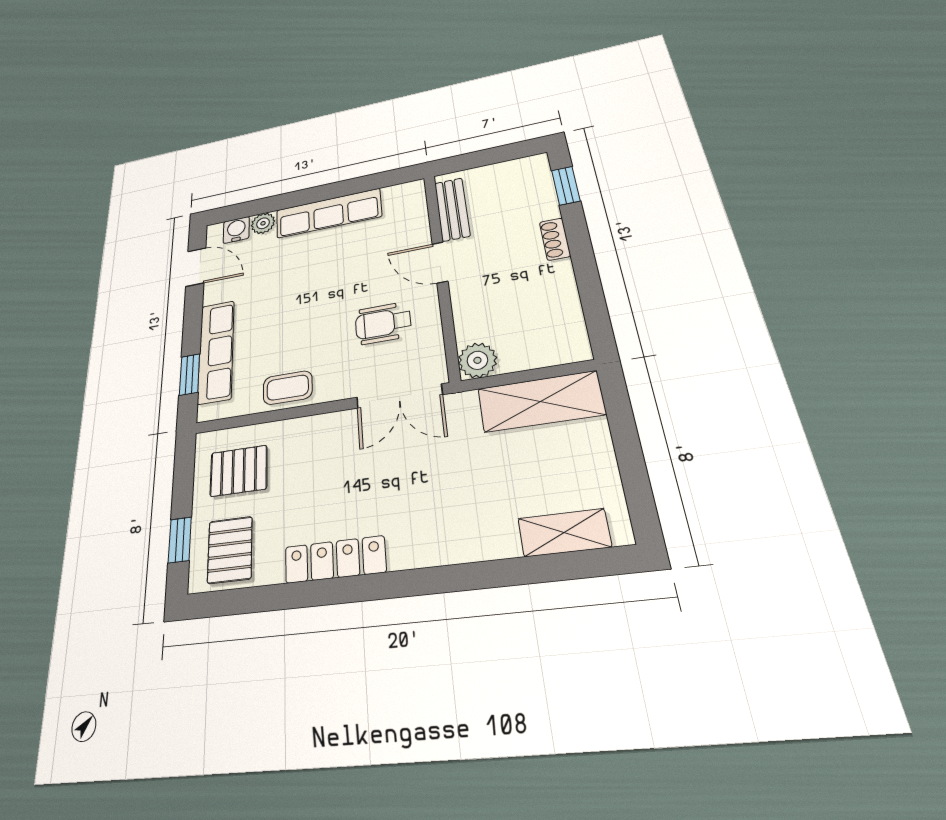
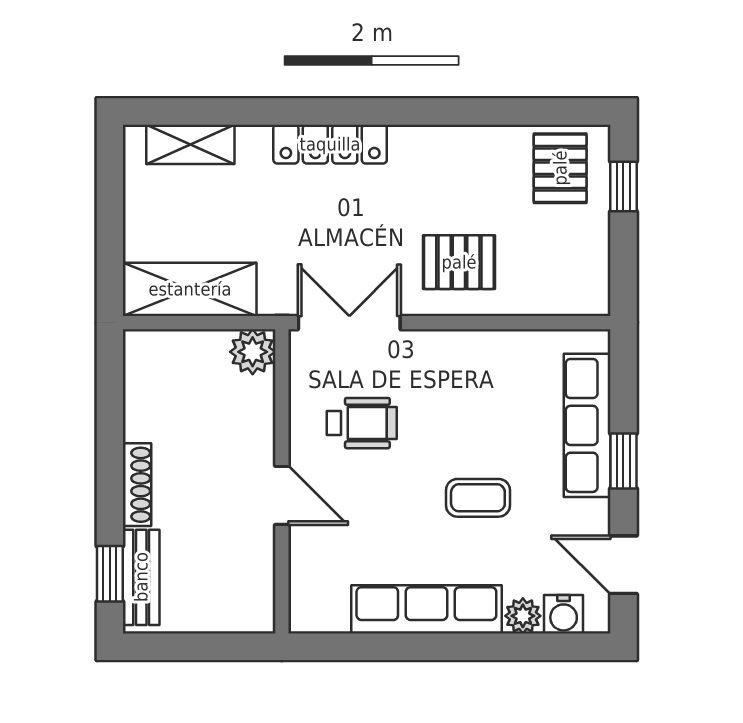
bench: (452, 209) -> (141, 577), moved
shoe rack: (555, 239) -> (137, 485), width x1.43
window: (190, 374) -> (623, 461), moved
coffee table: (288, 388) -> (478, 498), moved
pallet: (239, 471) -> (459, 262), moved
locker: (335, 560) -> (330, 144), moved

